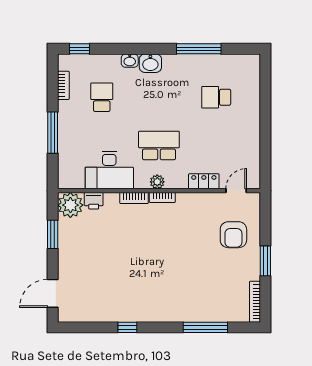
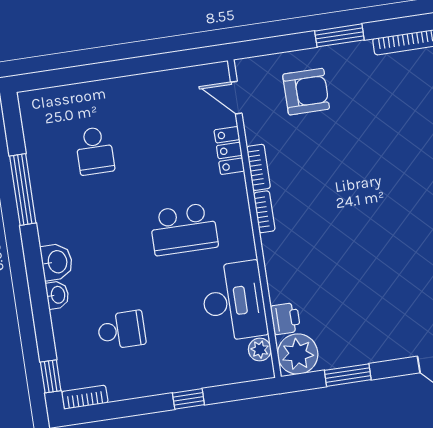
bookcase: (63, 85) -> (85, 397), moved
school desk: (102, 97) -> (121, 330), turned 180
window: (53, 133) -> (188, 399), width x0.46
school desk: (159, 146) -> (184, 229), turned -90
plant: (157, 182) -> (260, 350), moved
bookcase: (134, 198) -> (258, 167), moved

